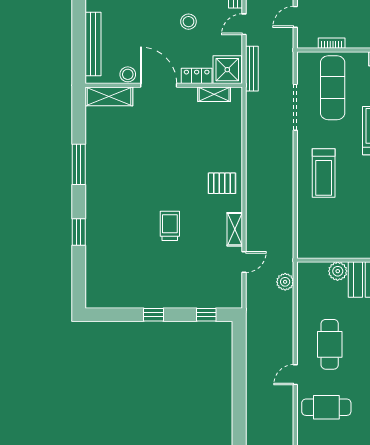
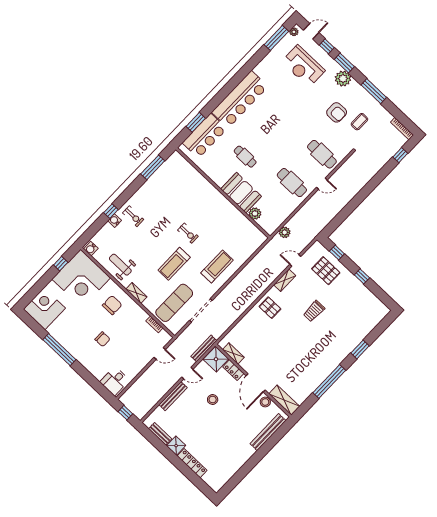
window: (79, 164) -> (329, 382), width x1.46
pallet: (199, 283) -> (326, 271), added
cafe table: (330, 344) -> (292, 183), turned 90

